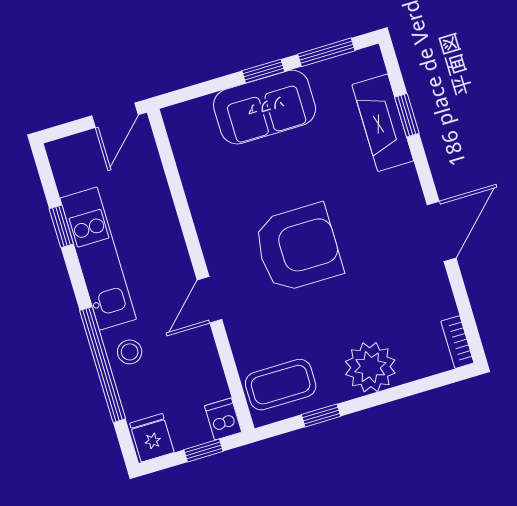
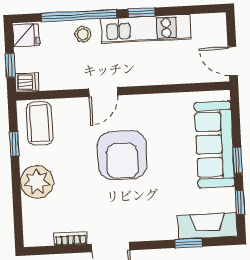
window: (326, 52) -> (240, 202), width x0.67
sofa: (265, 107) -> (214, 144), width x1.36
fireplace: (383, 123) -> (208, 226), moved
window: (61, 226) -> (141, 12), moved
door: (209, 300) -> (103, 92), swing flipped
bookcase: (457, 342) -> (71, 238), moved

